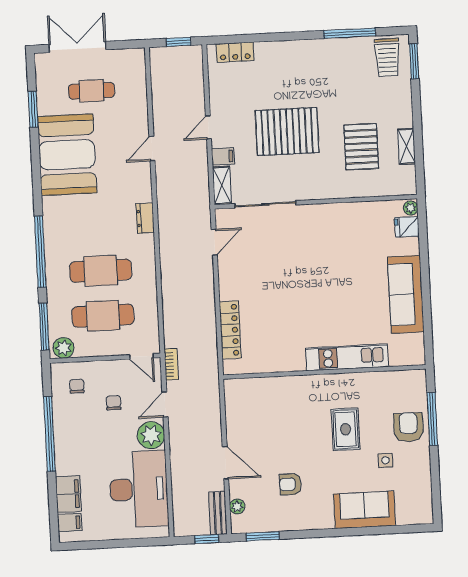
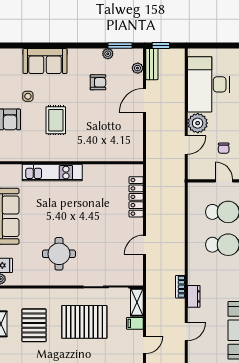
pallet: (287, 132) -> (84, 322), moved
dresser: (145, 218) -> (194, 296), moved
door: (214, 242) -> (144, 245), moved
round table: (332, 246) -> (59, 254), added
door: (141, 356) -> (224, 181), moved
bookcase: (171, 364) -> (180, 287), moved
door: (225, 463) -> (144, 100), hinge flipped
plant: (279, 524) -> (108, 54), added

